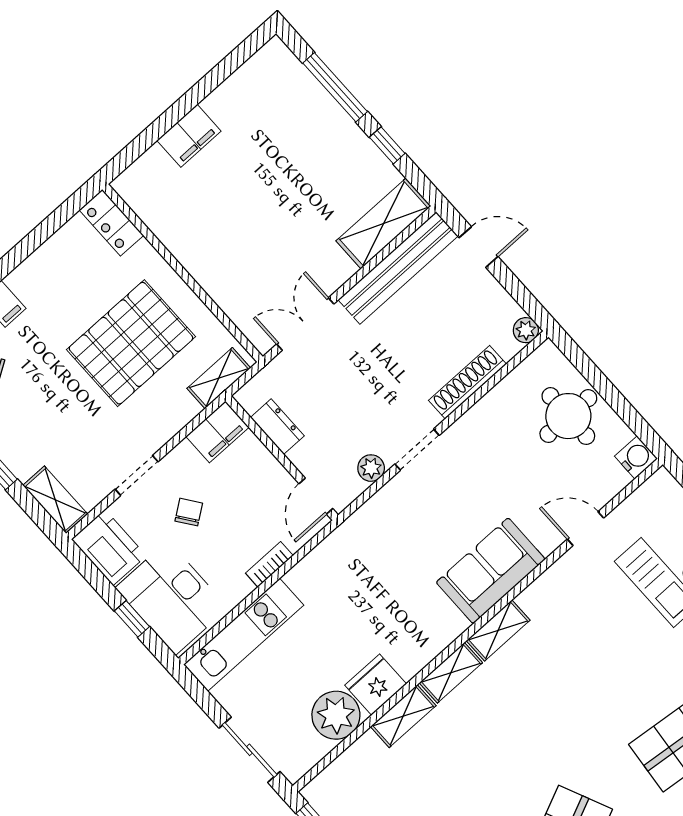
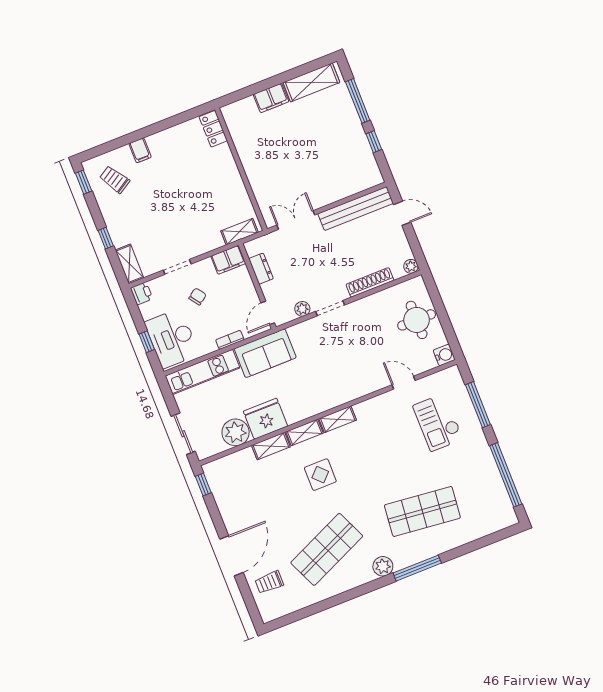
shelving: (384, 223) -> (311, 82), moved
pallet: (131, 343) -> (200, 196), removed
printer: (109, 548) -> (142, 293), width x0.53, depth x0.68
sofa: (491, 571) -> (265, 353), moved, turned 180
fridge: (376, 685) -> (265, 419), width x1.36, depth x1.34
display table: (503, 733) -> (320, 475), added

